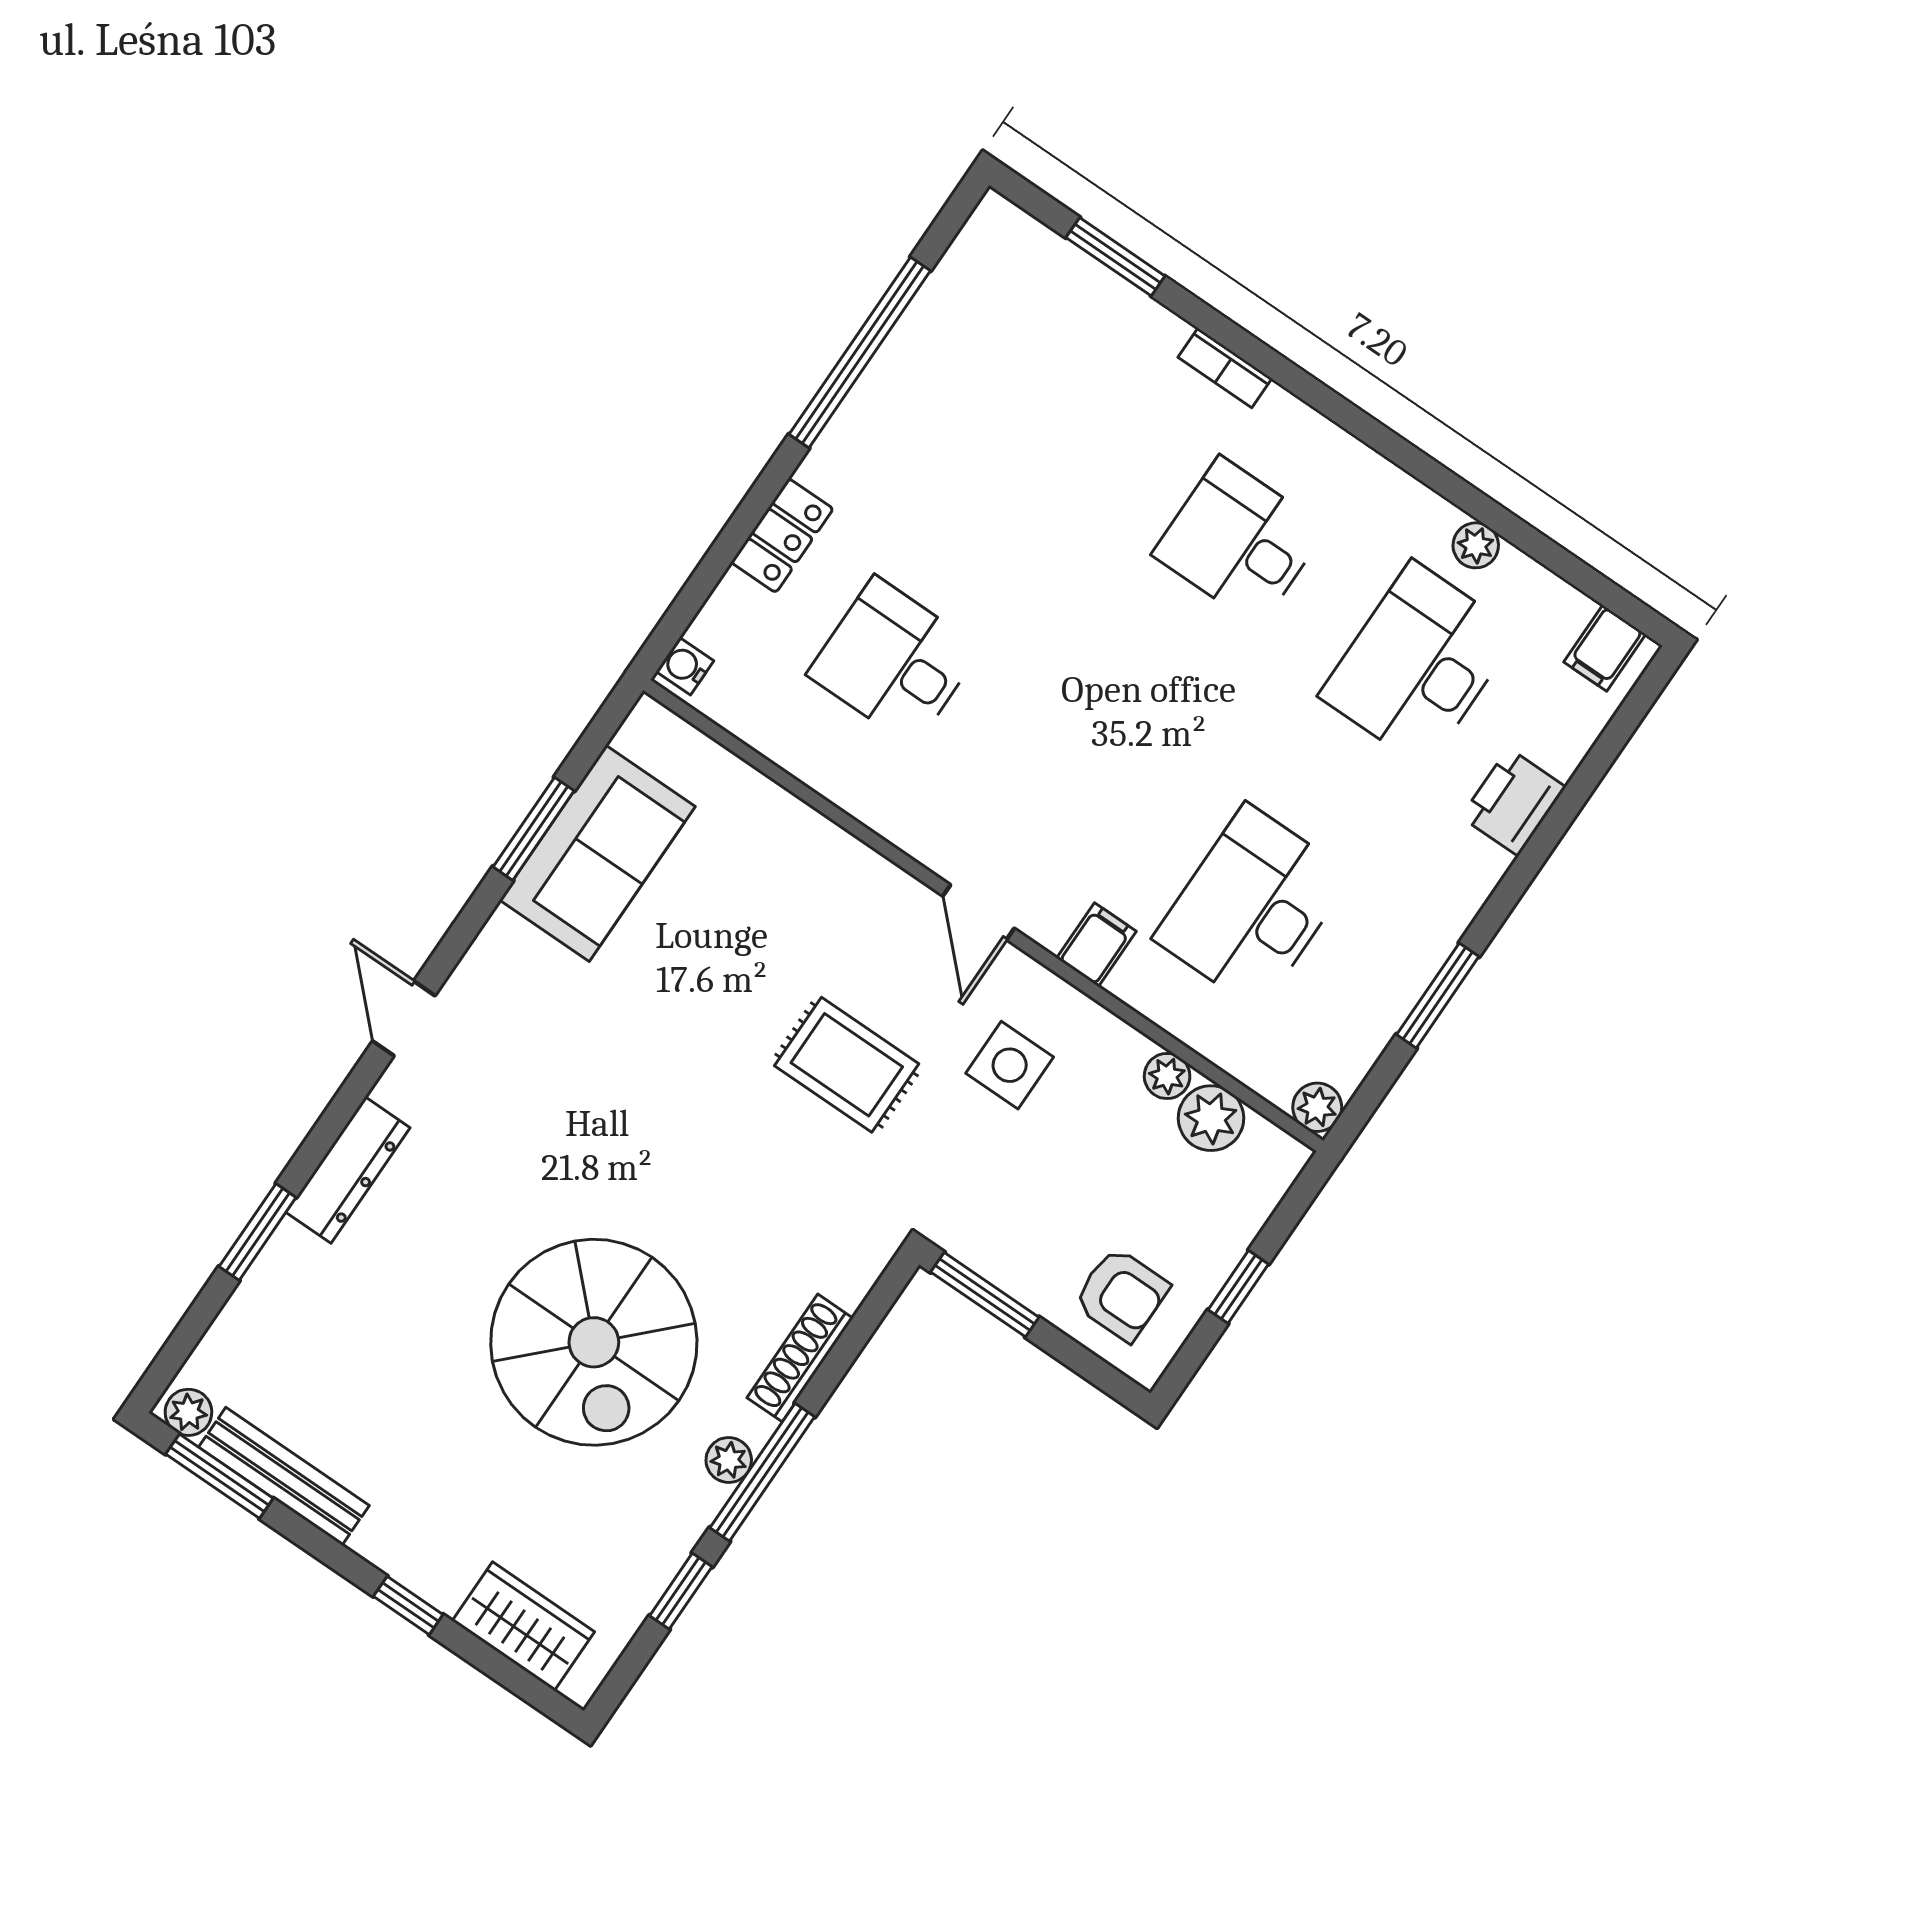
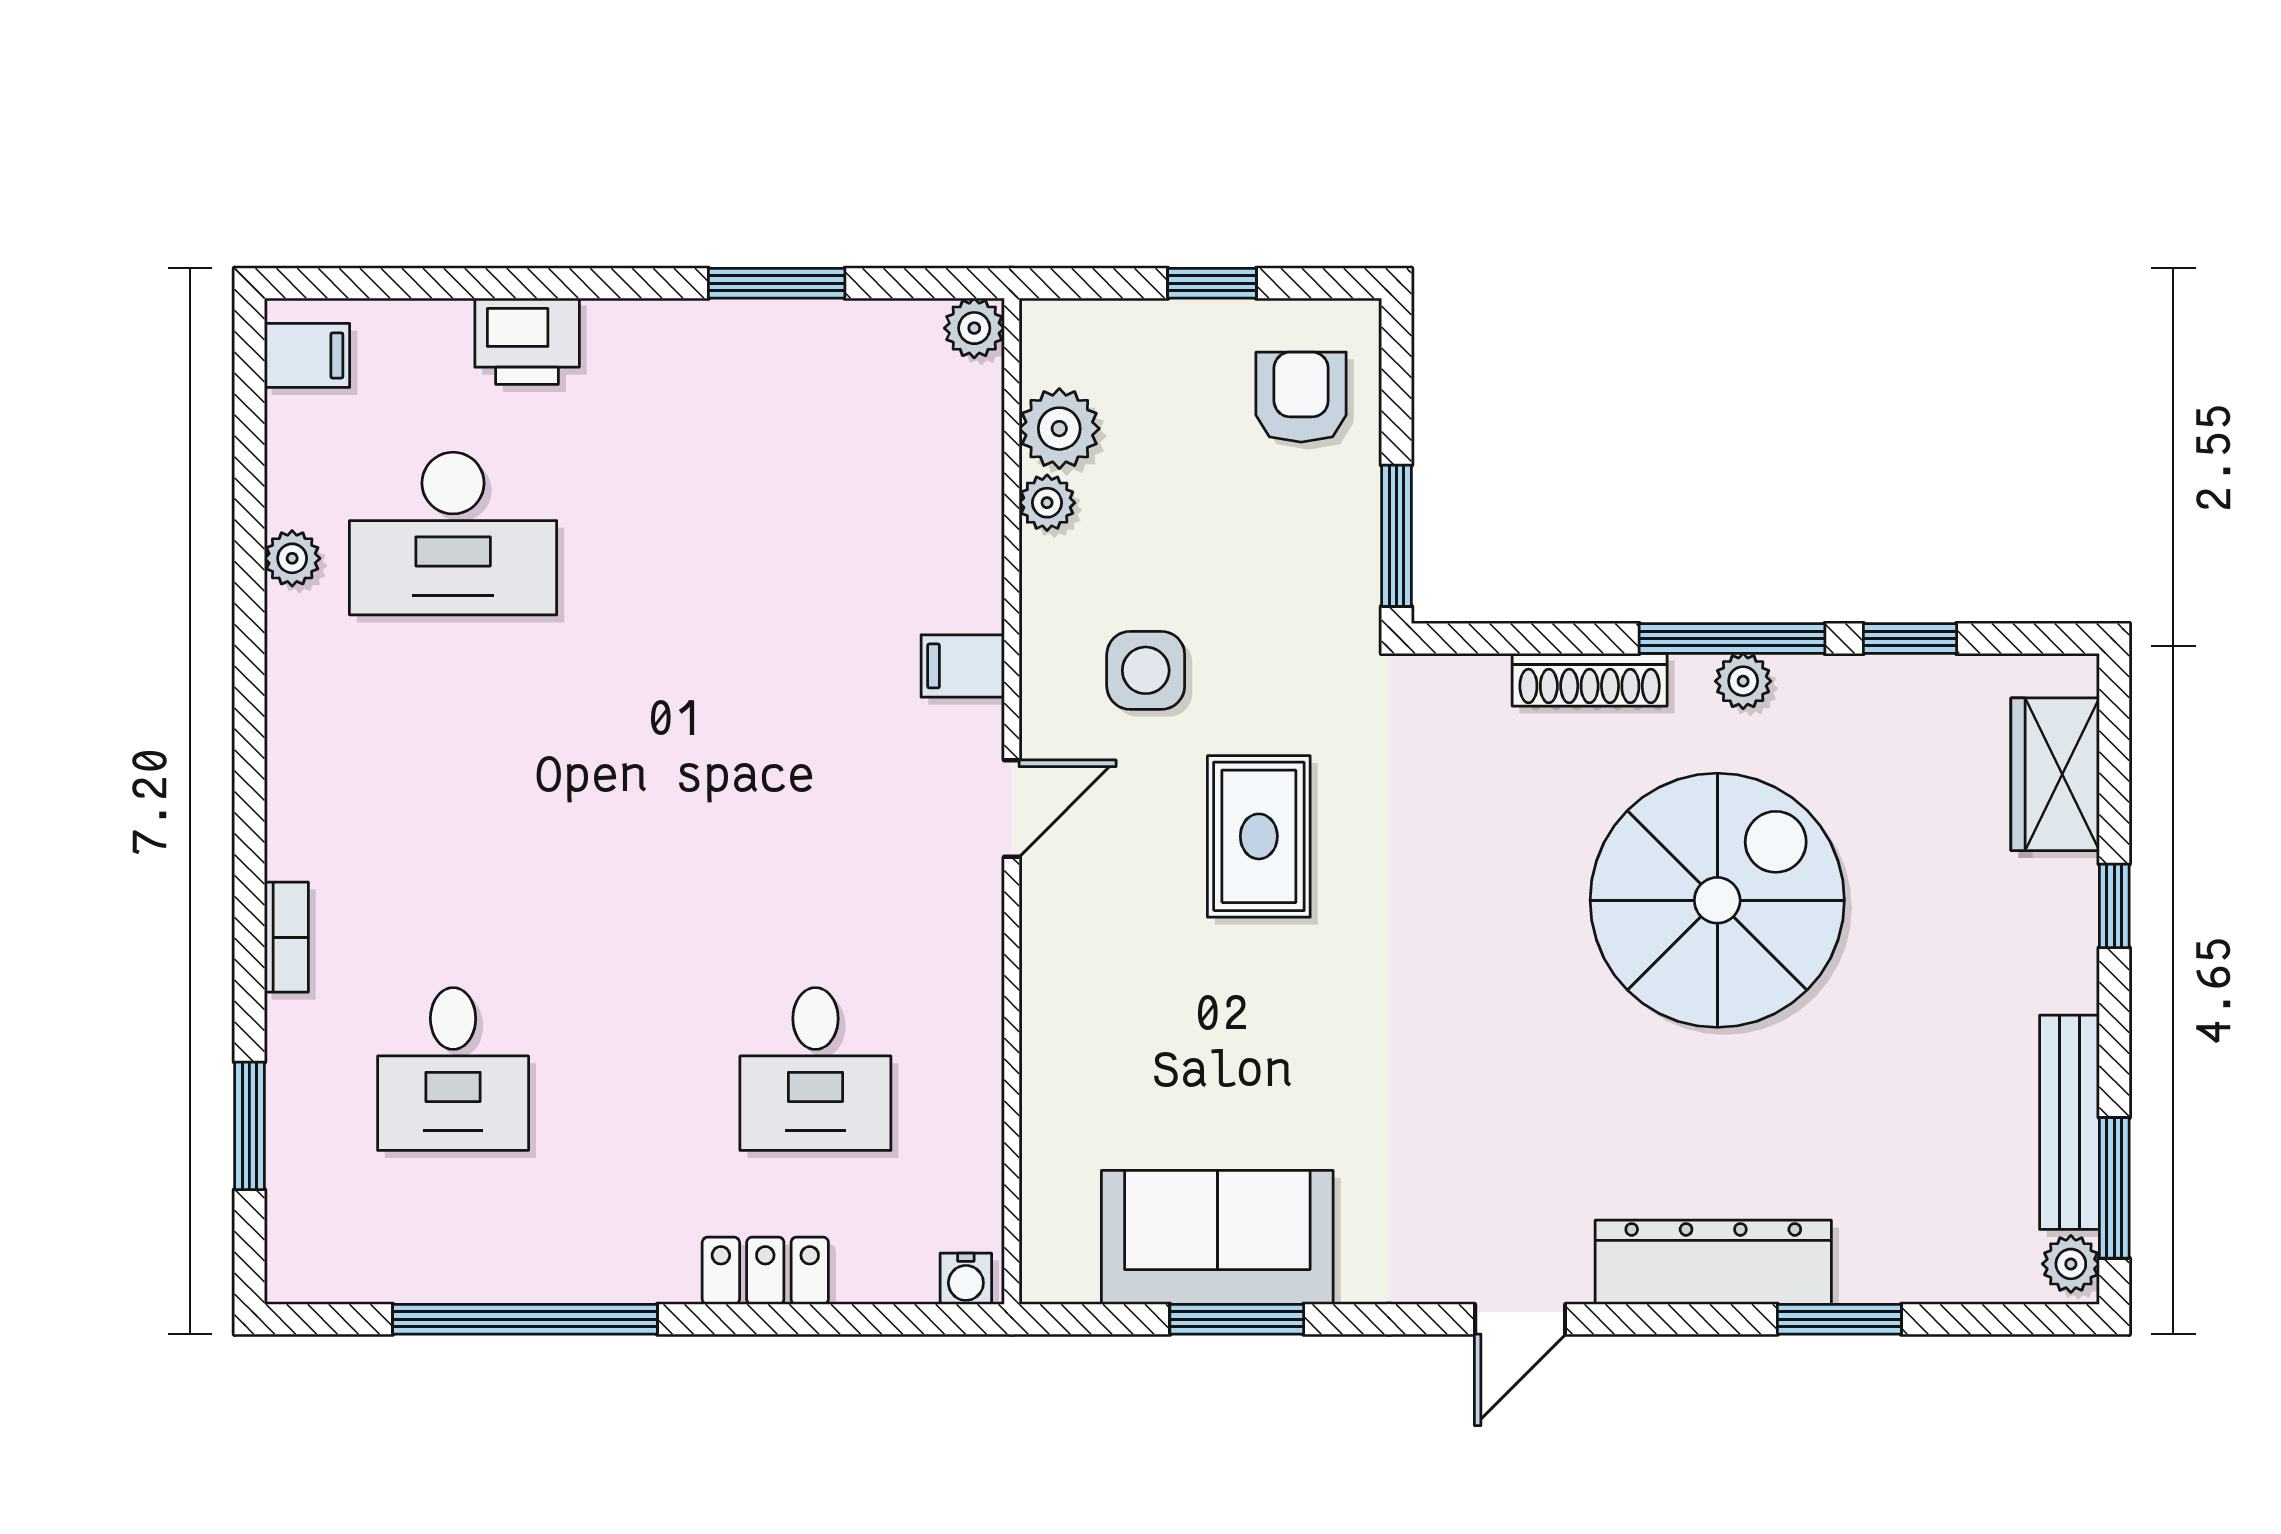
desk: (1239, 542) -> (453, 1069), moved
desk: (1252, 907) -> (815, 534), removed
dresser: (348, 1170) -> (1713, 1262), width x1.37, depth x1.24

